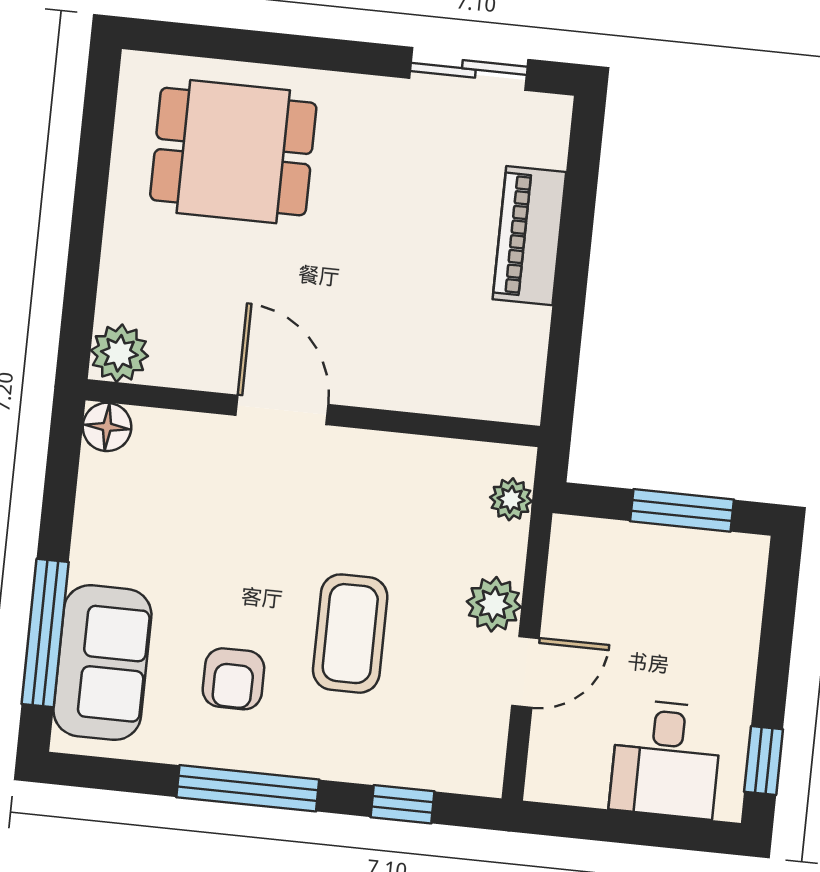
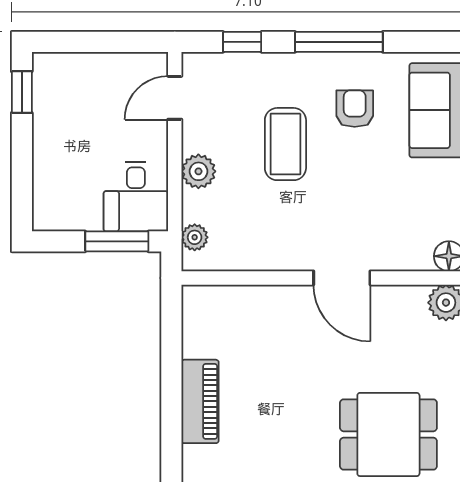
window: (682, 510) -> (117, 241), moved
door: (525, 672) -> (175, 98), moved
desk: (666, 759) -> (136, 197), moved, turned 180

